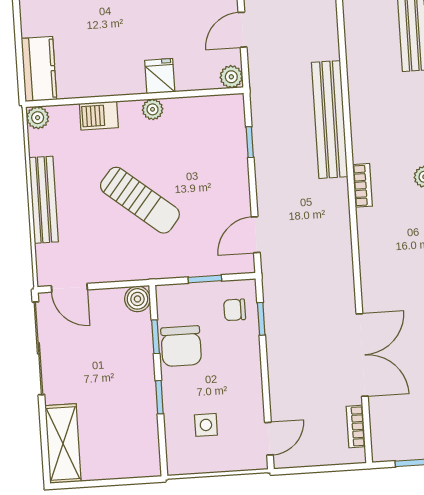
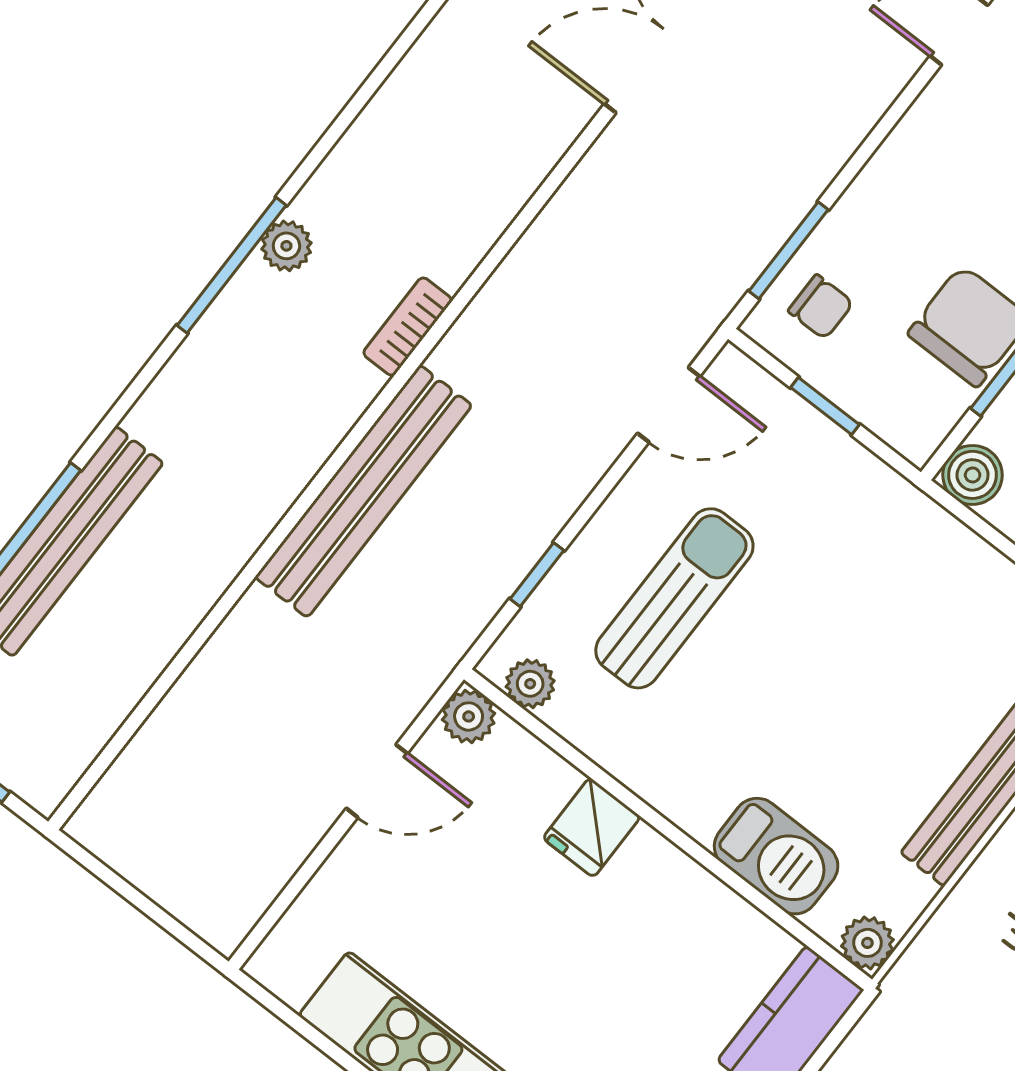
plant: (153, 109) -> (530, 684), moved
barbecue: (99, 116) -> (776, 856), width x1.38, depth x1.27
sun lounger: (140, 200) -> (674, 598), moved, turned 51
window: (261, 319) -> (788, 250), width x1.50

